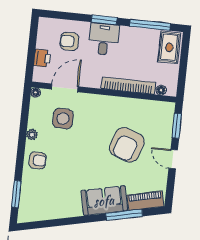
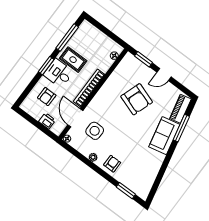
rug: (169, 47) -> (73, 60), moved
bookcase: (128, 86) -> (89, 88), moved

